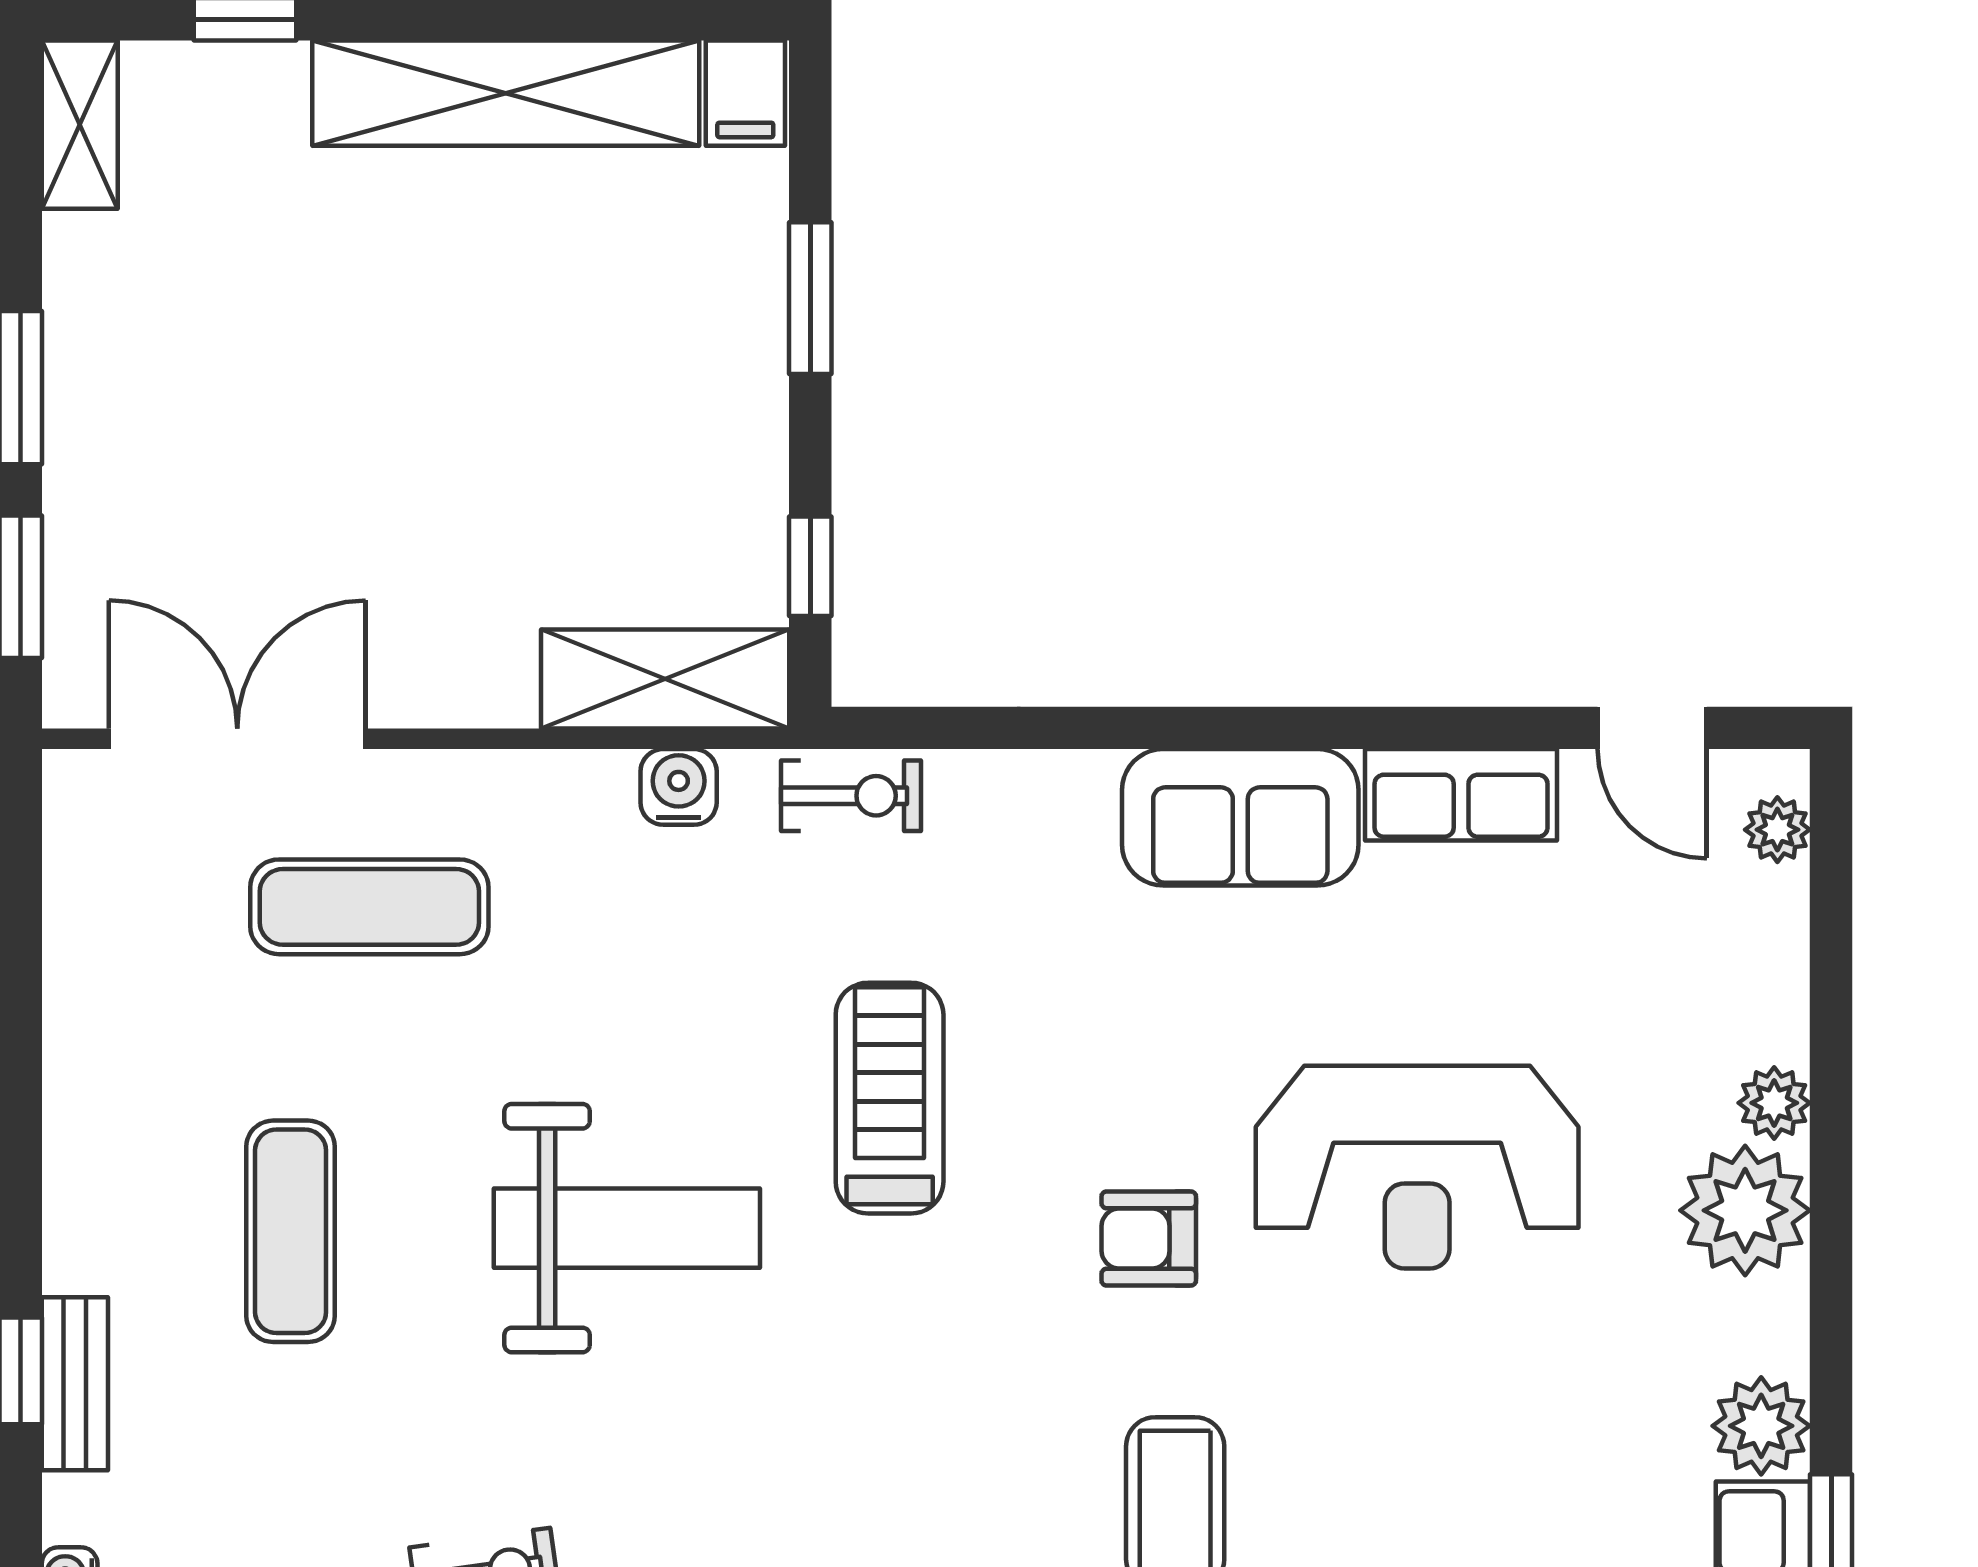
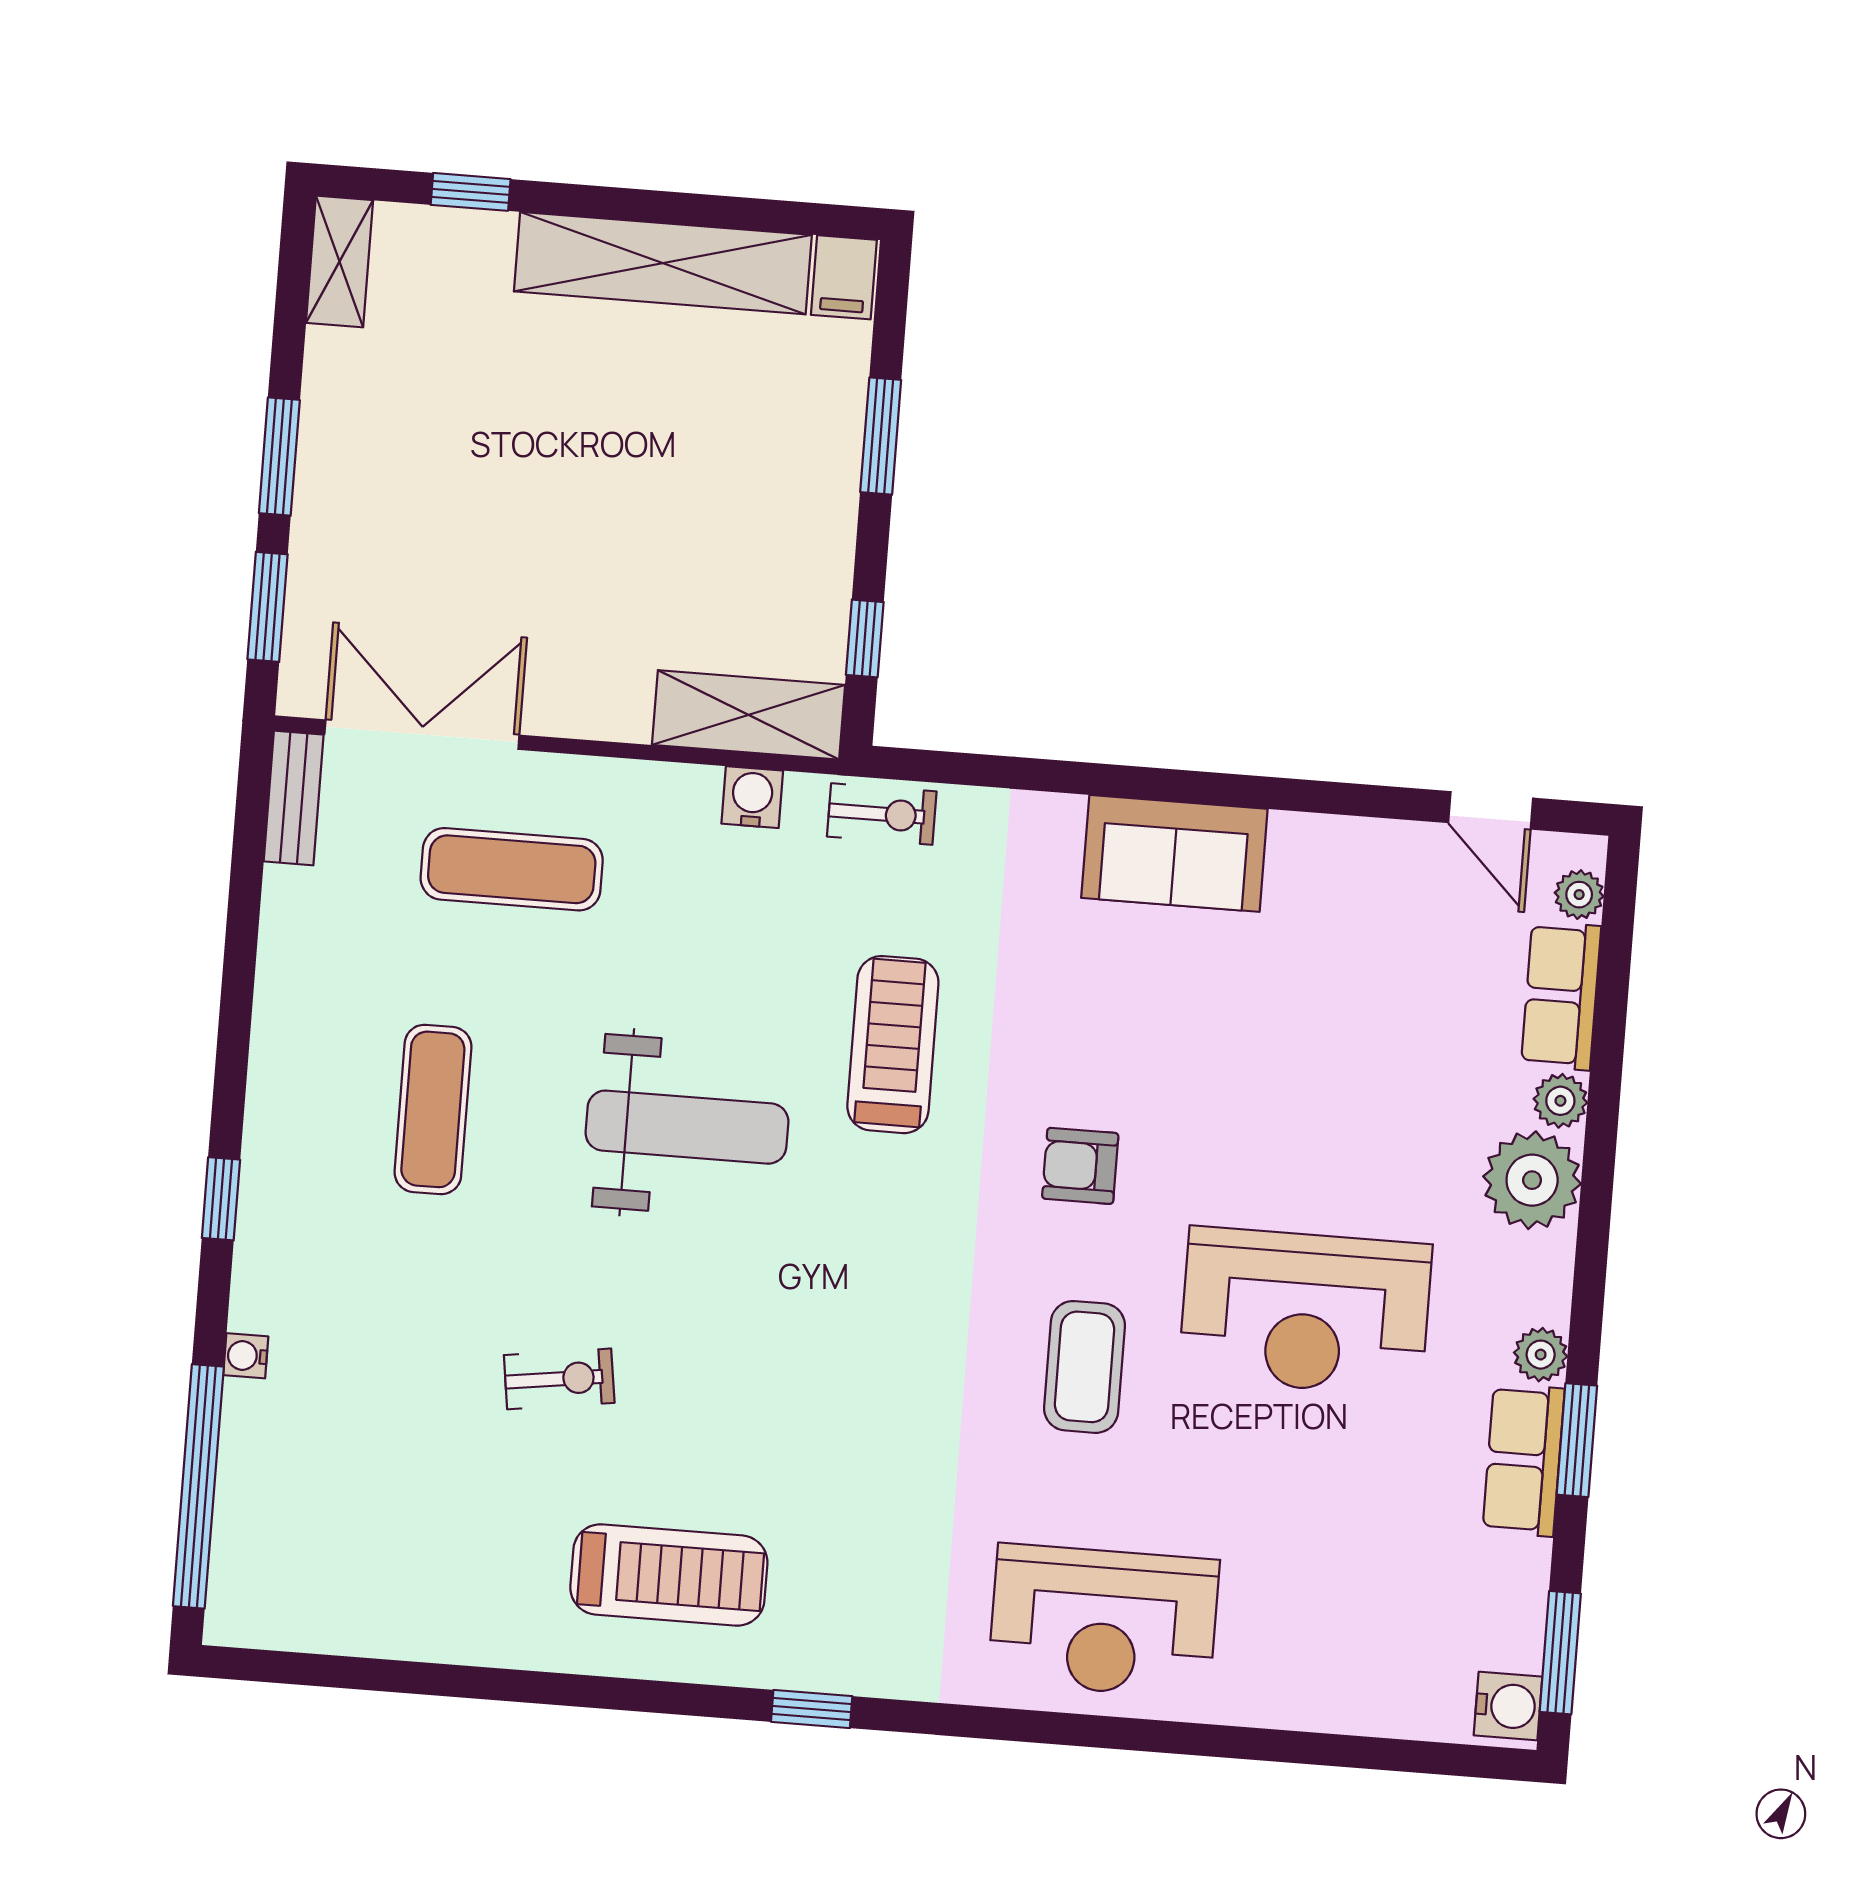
row of seats: (1461, 795) -> (1561, 996), moved, turned 90
reception desk: (1417, 1167) -> (1305, 1311), moved
bench: (75, 1384) -> (294, 798), moved
plant: (1761, 1426) -> (1541, 1355), width x0.73, depth x0.73

